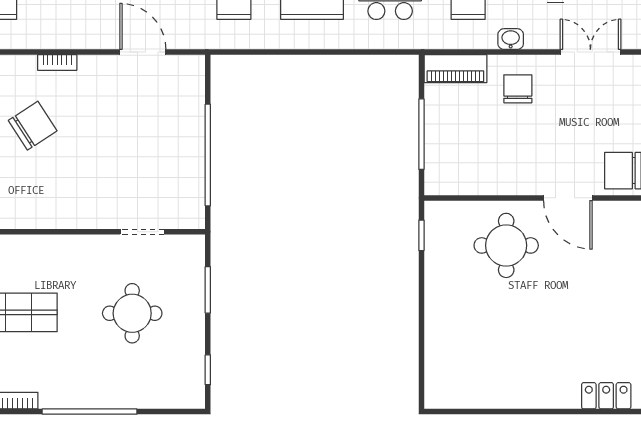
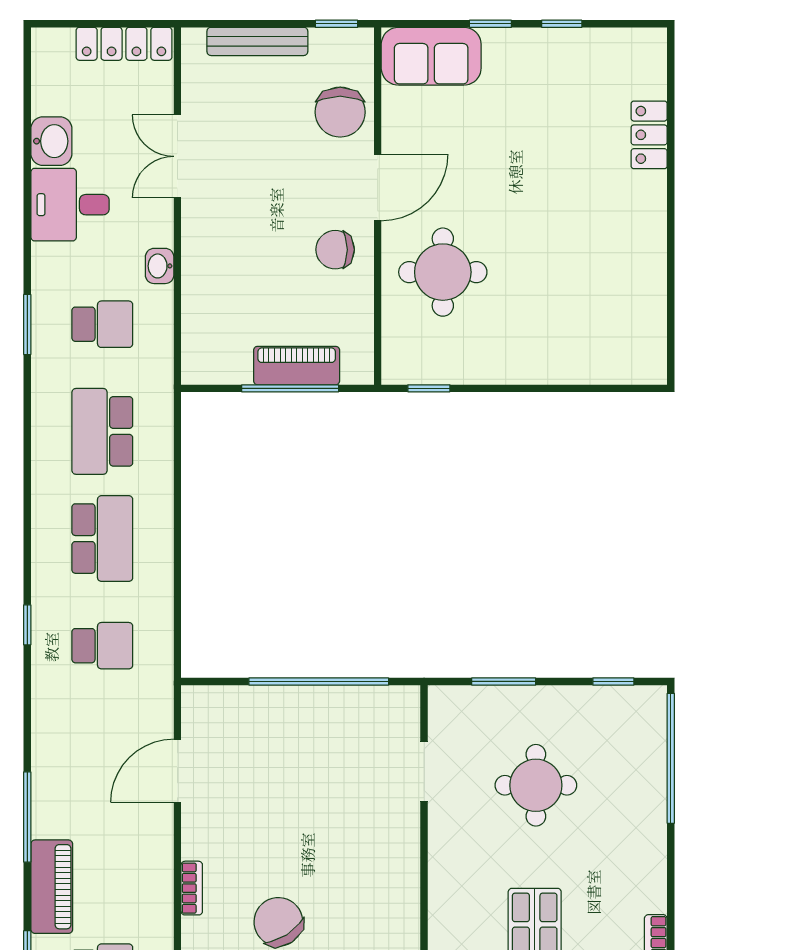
piano: (455, 69) -> (297, 366), moved, turned -90
chair: (518, 89) -> (335, 250), moved
window: (90, 412) -> (671, 758), moved

